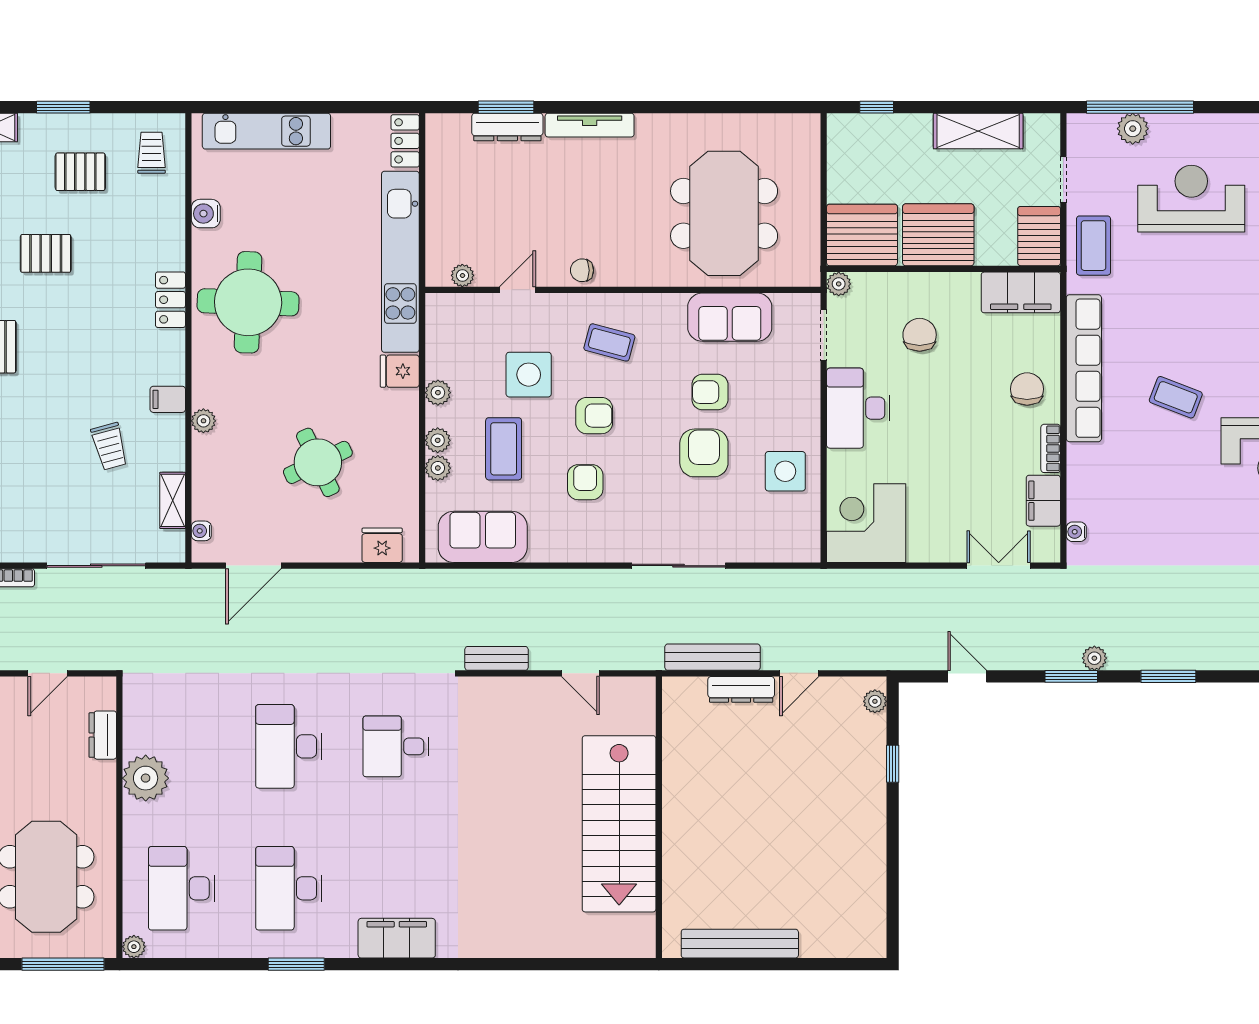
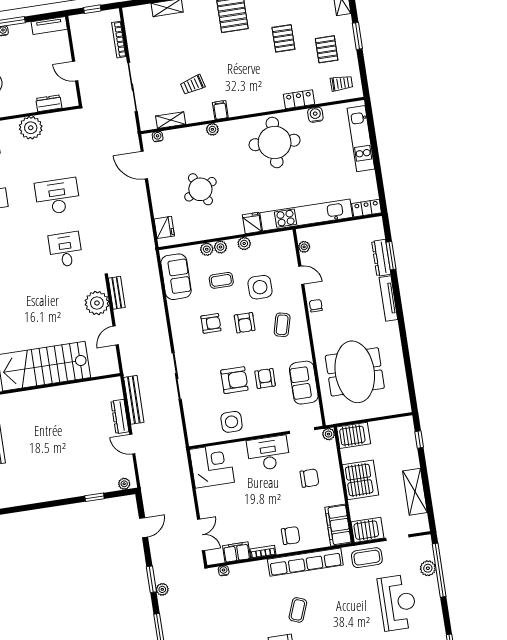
meeting table: (724, 213) -> (355, 372), turned 90
server rack: (862, 235) -> (354, 435), width x0.63
locker: (170, 300) -> (299, 99), moved
coffee table: (504, 449) -> (221, 280), width x0.73, depth x0.77
plant: (511, 700) -> (97, 303), added

